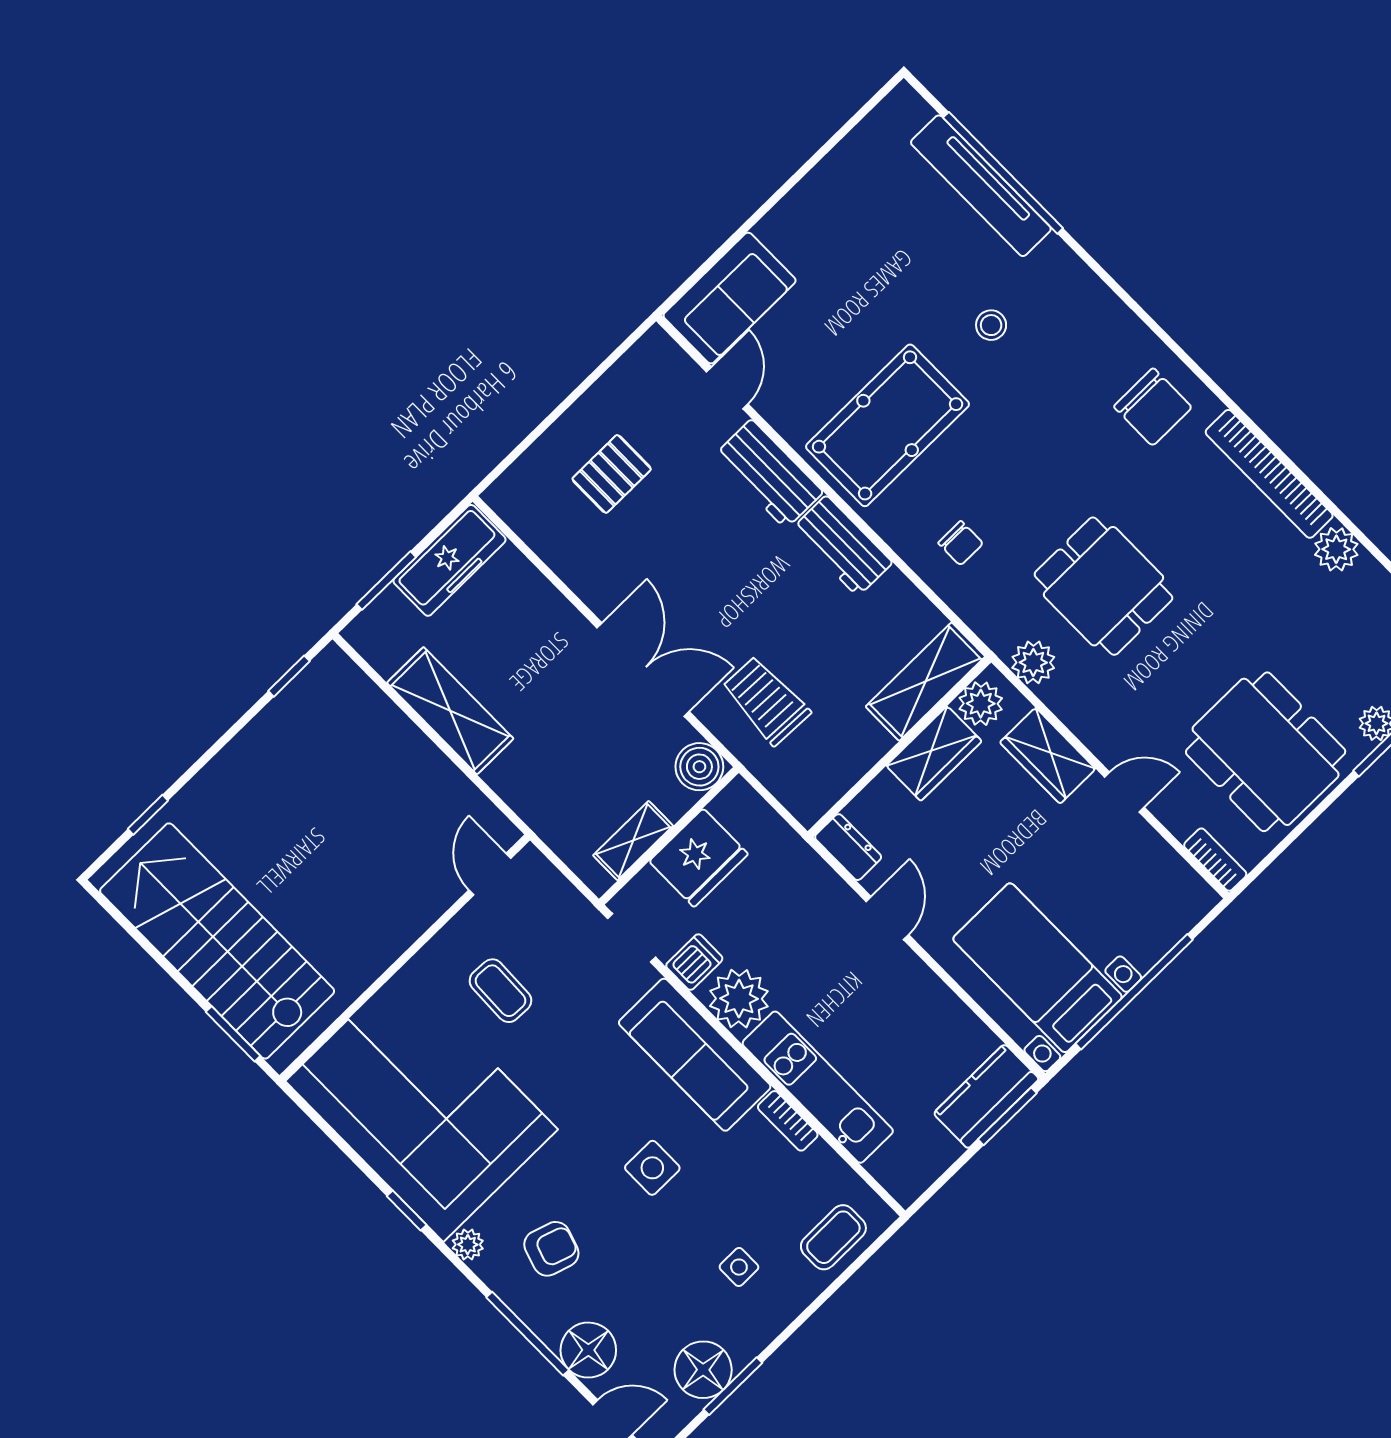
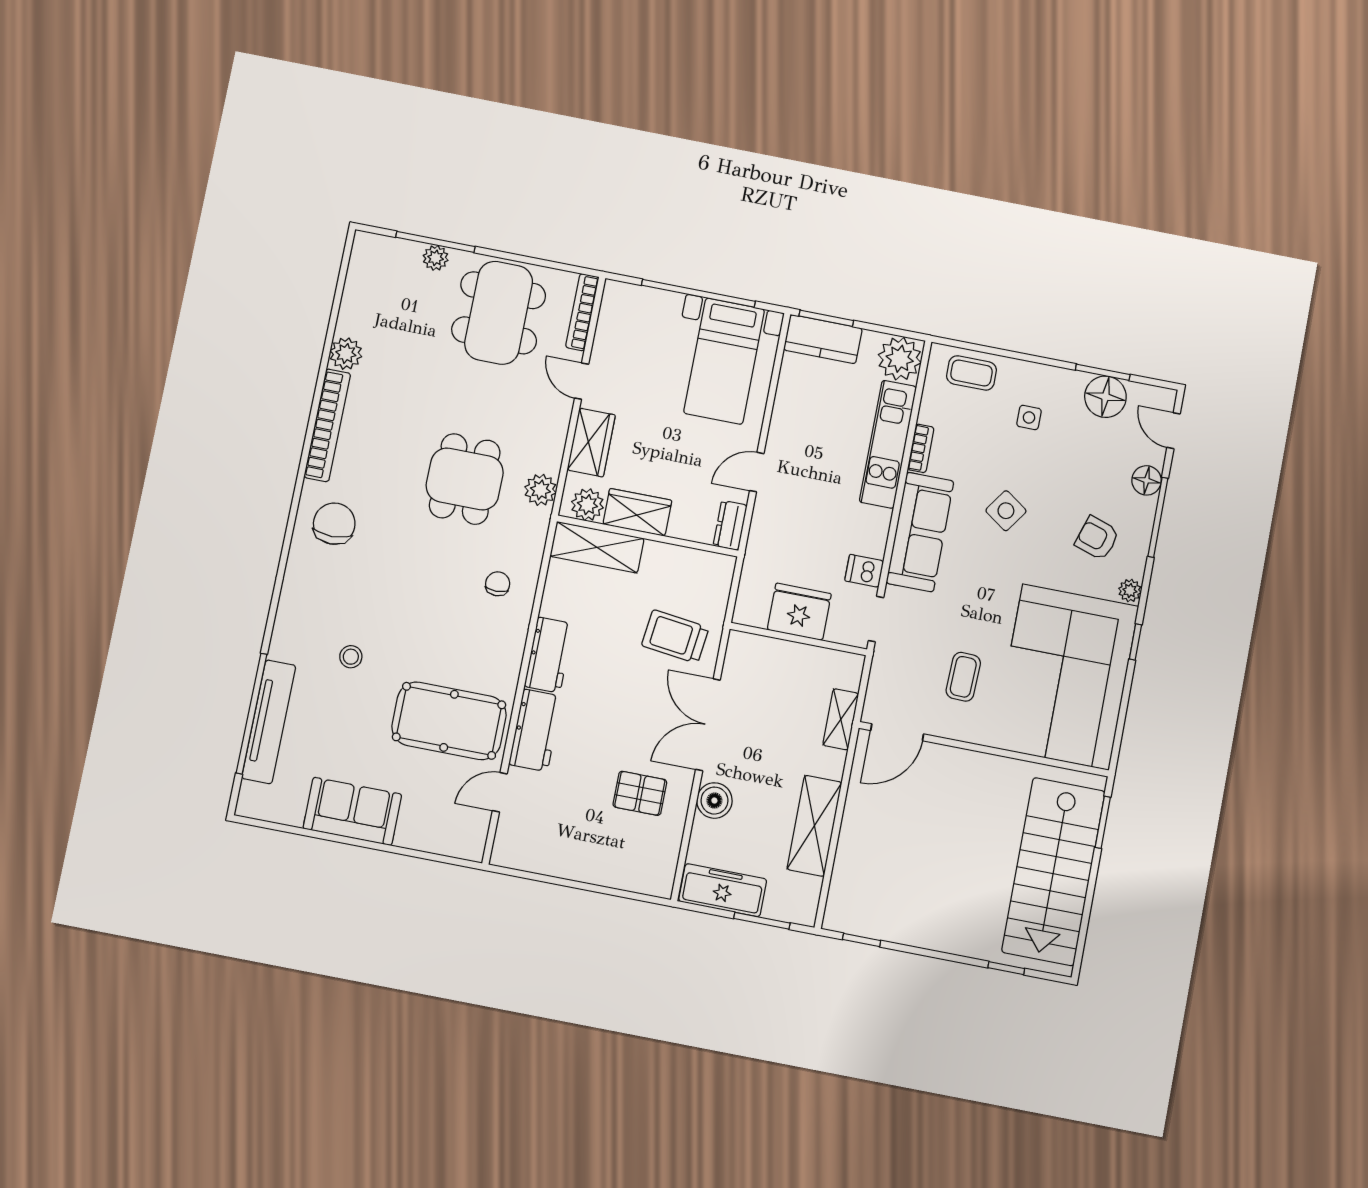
sofa: (730, 298) -> (352, 811), moved
pool table: (888, 425) -> (449, 721), moved
pallet: (612, 474) -> (640, 793), moved
trolley: (766, 700) -> (675, 637), turned 95
boiler: (699, 767) -> (714, 801), moved
shelving: (633, 841) -> (841, 719), moved, turned 90
bookcase: (1215, 860) -> (582, 312), width x1.56
door: (490, 874) -> (897, 732), width x1.38
plant: (739, 999) -> (900, 359), moved
side table: (652, 1168) -> (1006, 511), turned 35
floor lamp: (588, 1350) -> (1147, 480), width x0.73, depth x0.73

